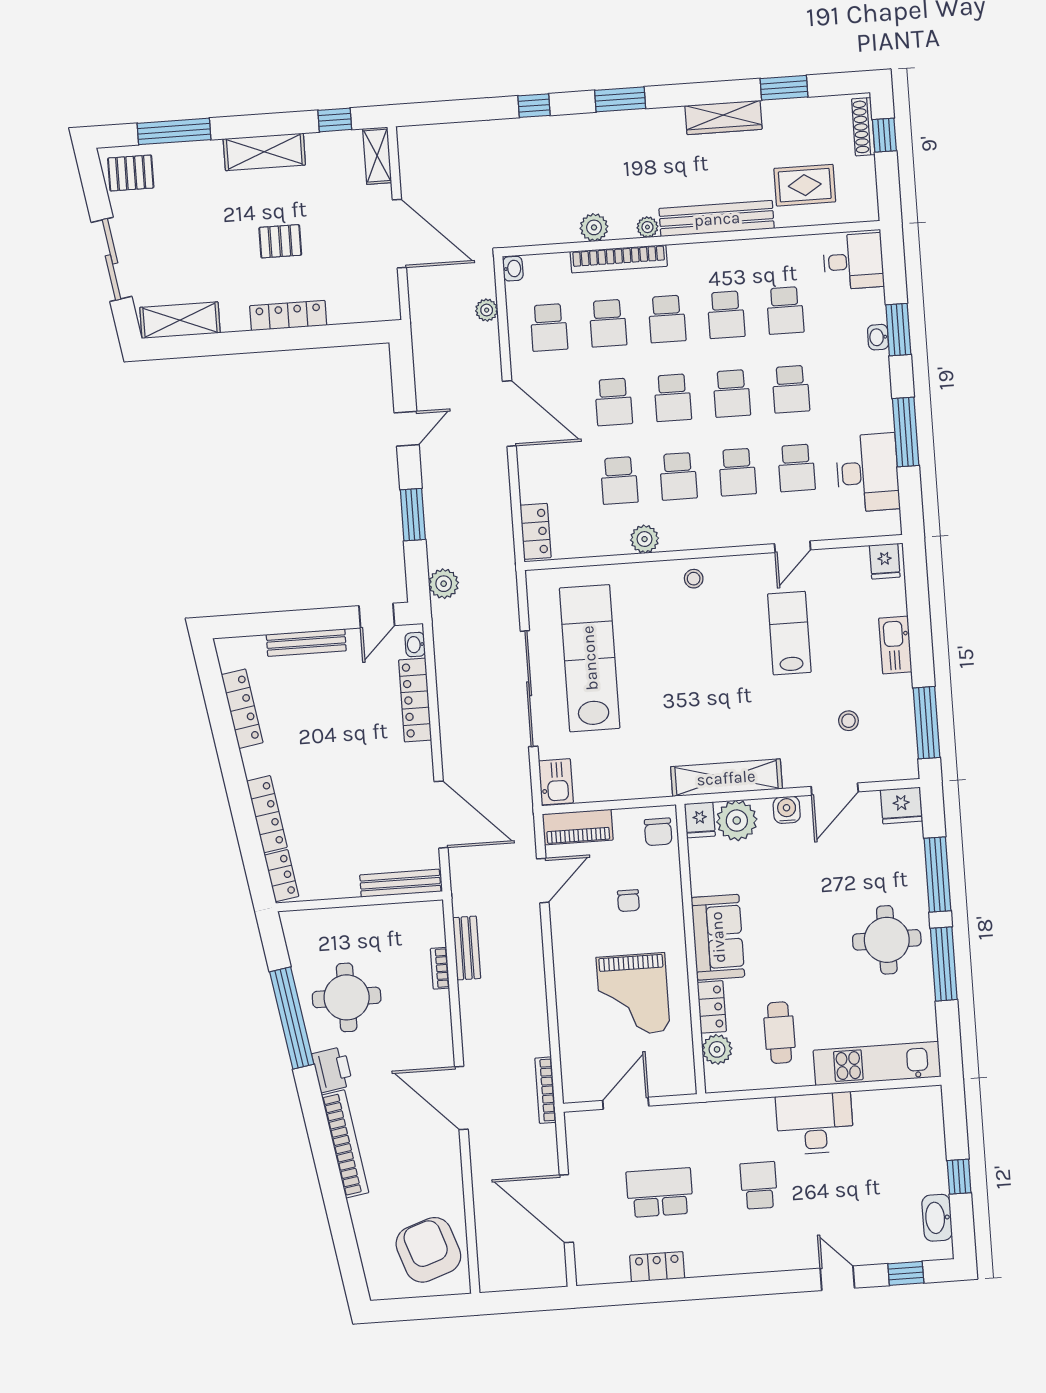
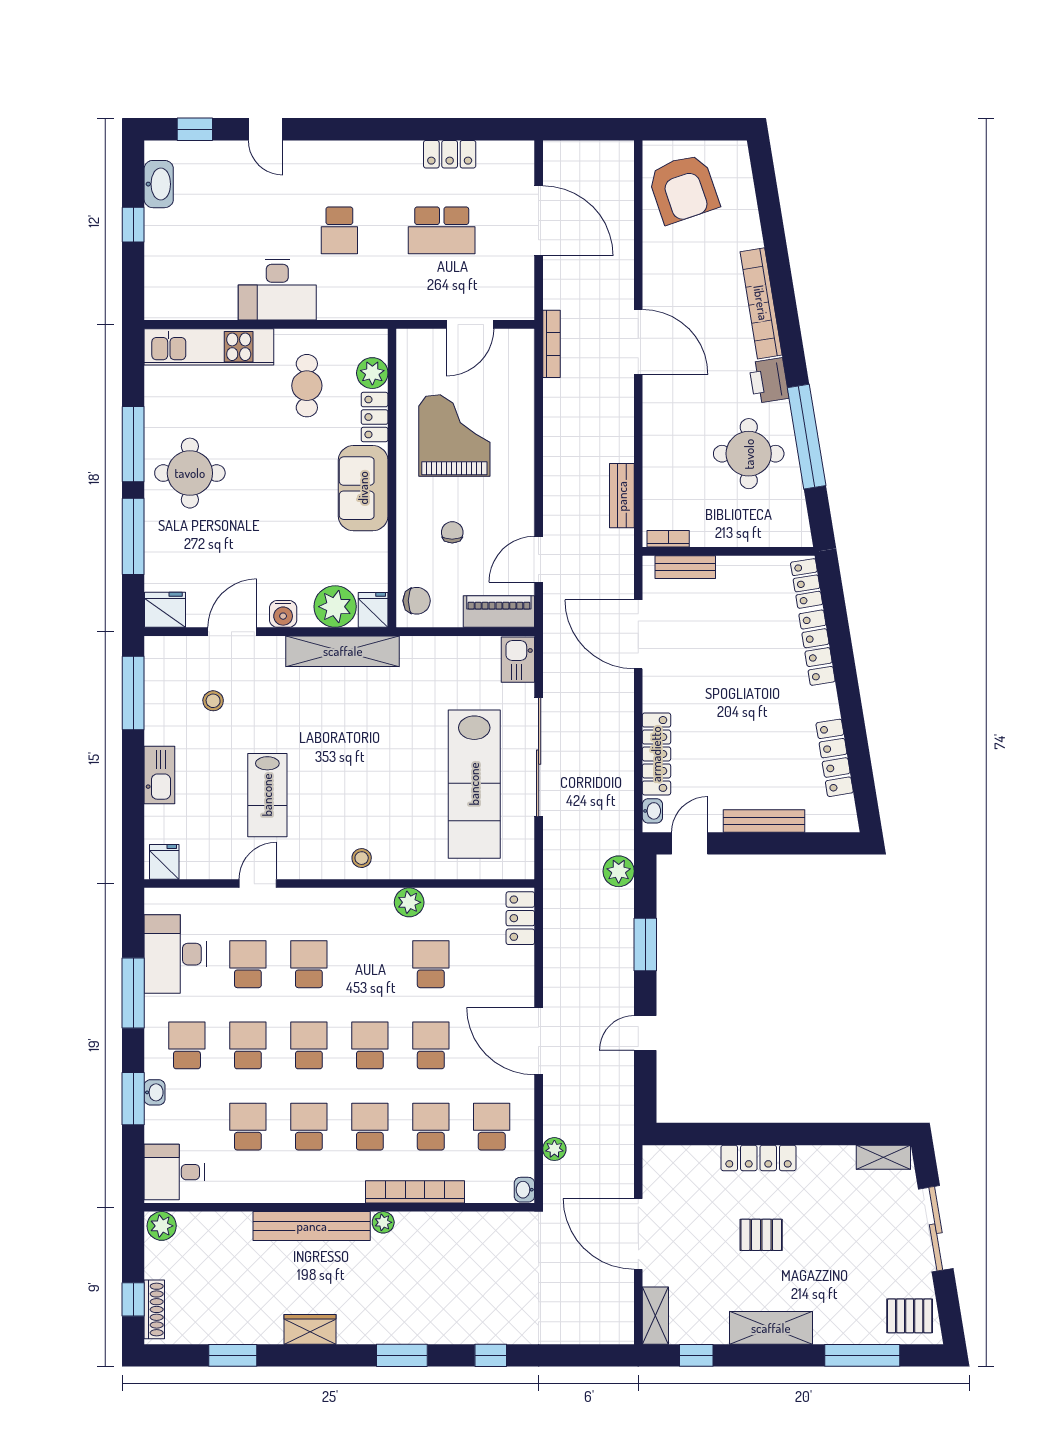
wardrobe: (724, 117) -> (310, 1329), width x0.67
rug: (805, 185) -> (219, 1254), removed
plant: (594, 227) -> (162, 1226), moved
shelving: (180, 320) -> (883, 1157), width x0.67, depth x0.75
school desk: (678, 476) -> (187, 1045), moved
chair: (658, 832) -> (417, 601), turned 90
bench: (400, 883) -> (685, 567), width x0.73
bookcase: (440, 968) -> (668, 539), moved, turned -90

